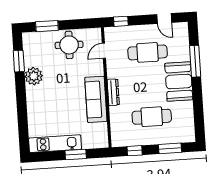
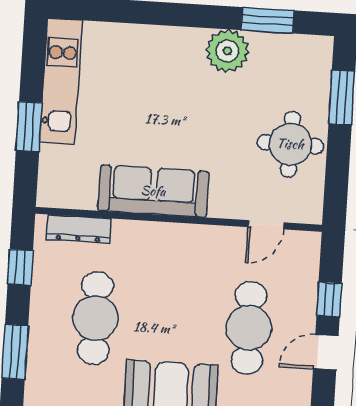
door: (164, 18) -> (326, 352), moved
window: (121, 21) -> (329, 299), moved
door: (104, 51) -> (266, 225), swing flipped
dresser: (113, 92) -> (79, 229), moved

